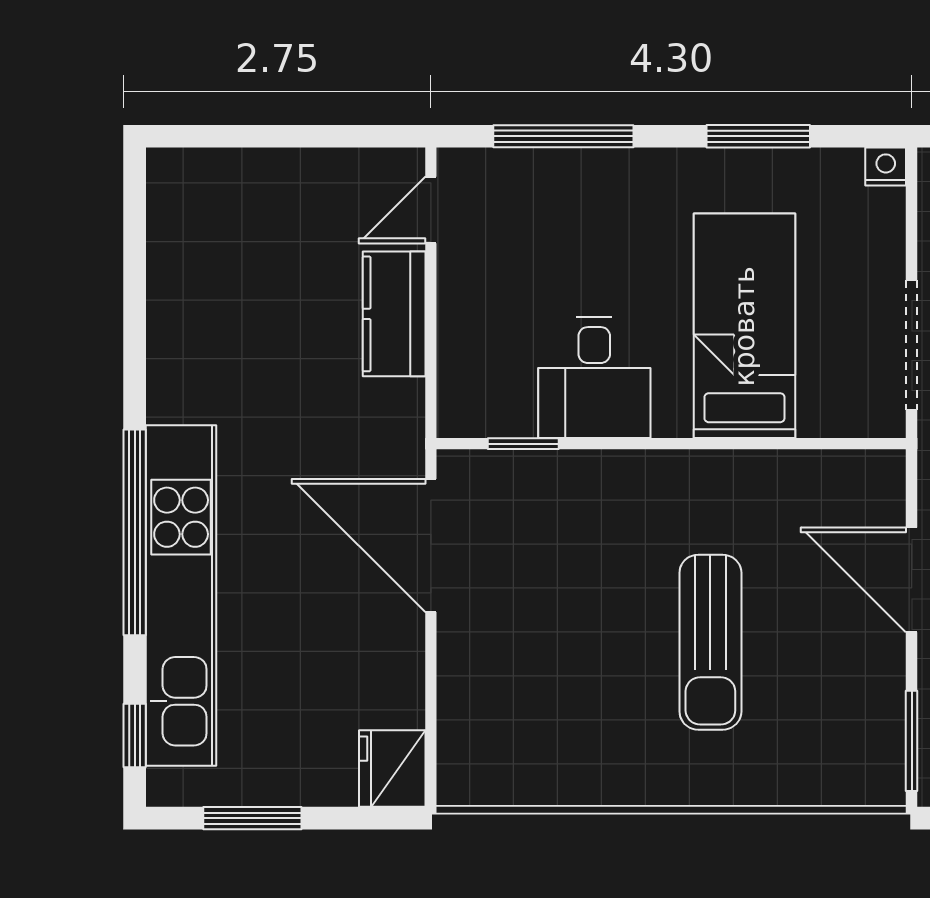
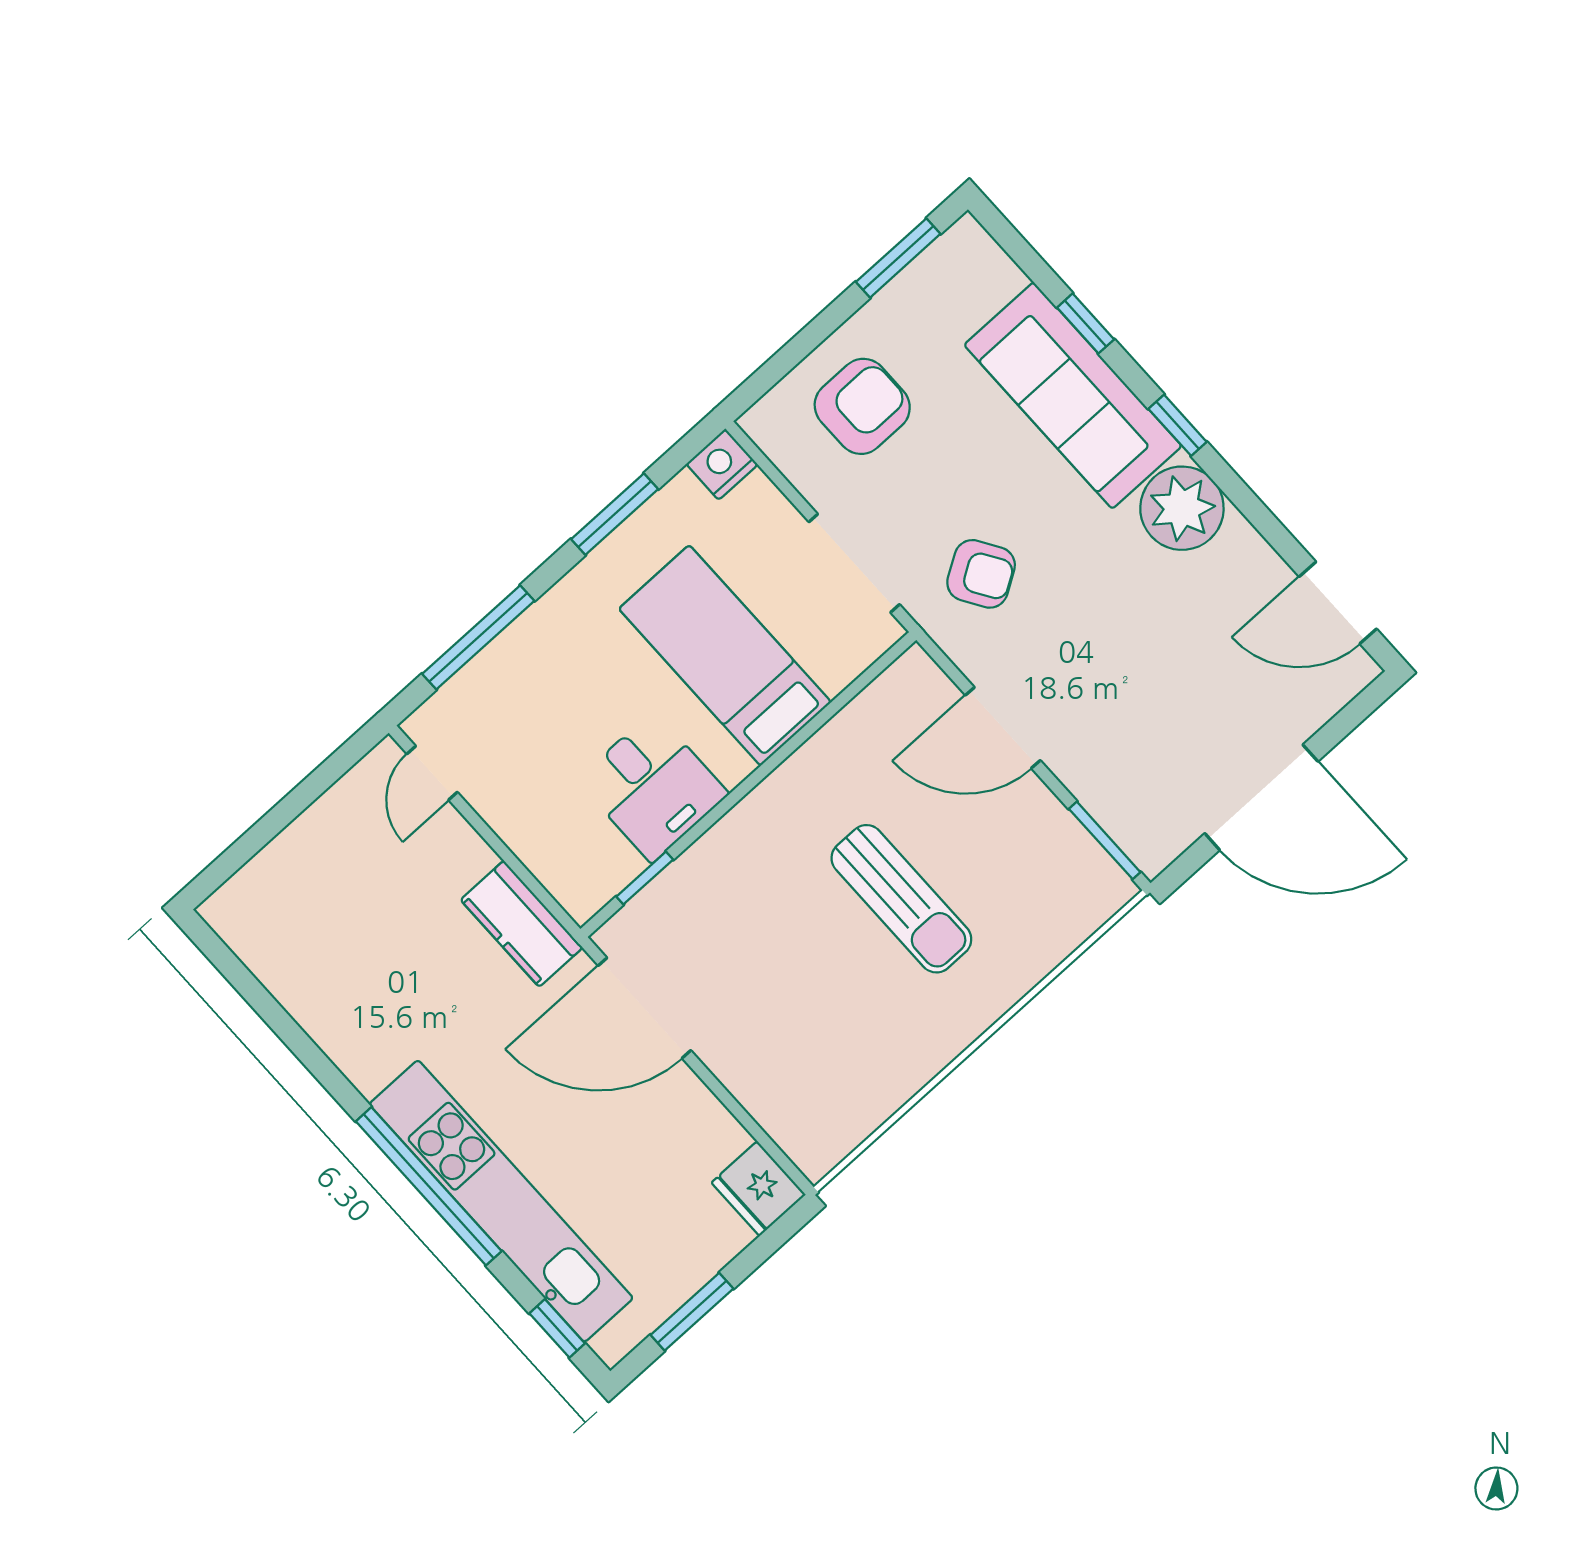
nightstand: (886, 167) -> (722, 464), width x1.39, depth x1.35
kitchen counter: (394, 314) -> (522, 924), moved

